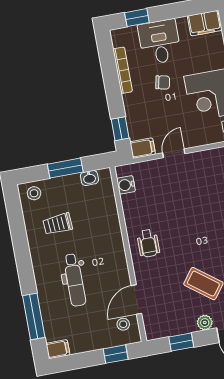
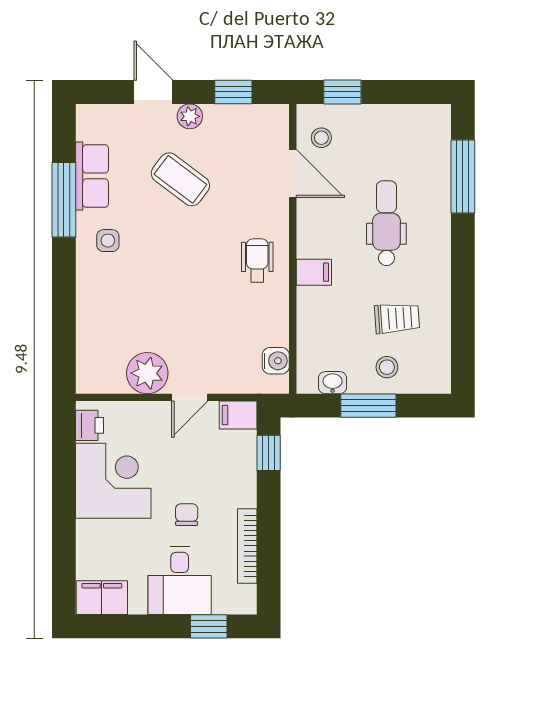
chair: (163, 82) -> (187, 515), turned 78
plant: (202, 163) -> (147, 373), added
stool: (34, 193) -> (387, 367), moved
door: (136, 299) -> (293, 174), hinge flipped
filing cabinet: (58, 349) -> (314, 272), moved, turned 180

